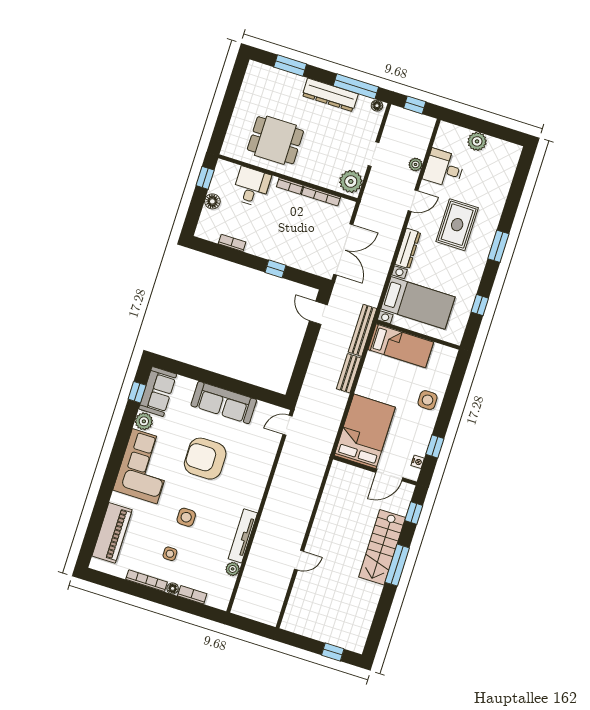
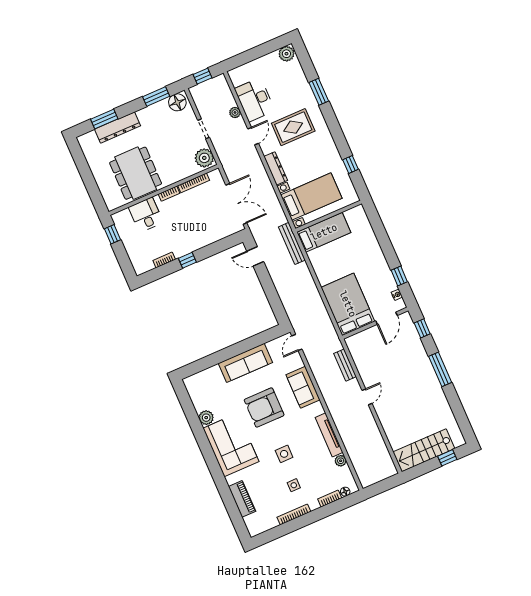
window: (356, 86) -> (156, 96), width x0.69
dresser: (330, 95) -> (118, 128), moved
floor lamp: (377, 106) -> (177, 102), width x1.89, depth x1.89
dining table: (275, 140) -> (136, 173), width x1.38
plant: (477, 141) -> (286, 54), moved
desk: (444, 168) -> (255, 100), width x1.37
floor lamp: (212, 201) -> (130, 245), removed
rug: (457, 225) -> (293, 127), turned 90
window: (498, 246) -> (319, 92), moved
window: (275, 269) -> (187, 260), moved
bench: (349, 373) -> (345, 365), moved
window: (137, 392) -> (186, 403), removed
sofa: (158, 392) -> (303, 387), moved, turned 180
side table: (428, 400) -> (370, 251), removed
piano: (112, 533) -> (242, 499), width x0.73, depth x0.75
stairs: (382, 547) -> (424, 450), moved, turned 90
door: (299, 560) -> (367, 397), moved
floor lamp: (173, 588) -> (345, 492), moved

